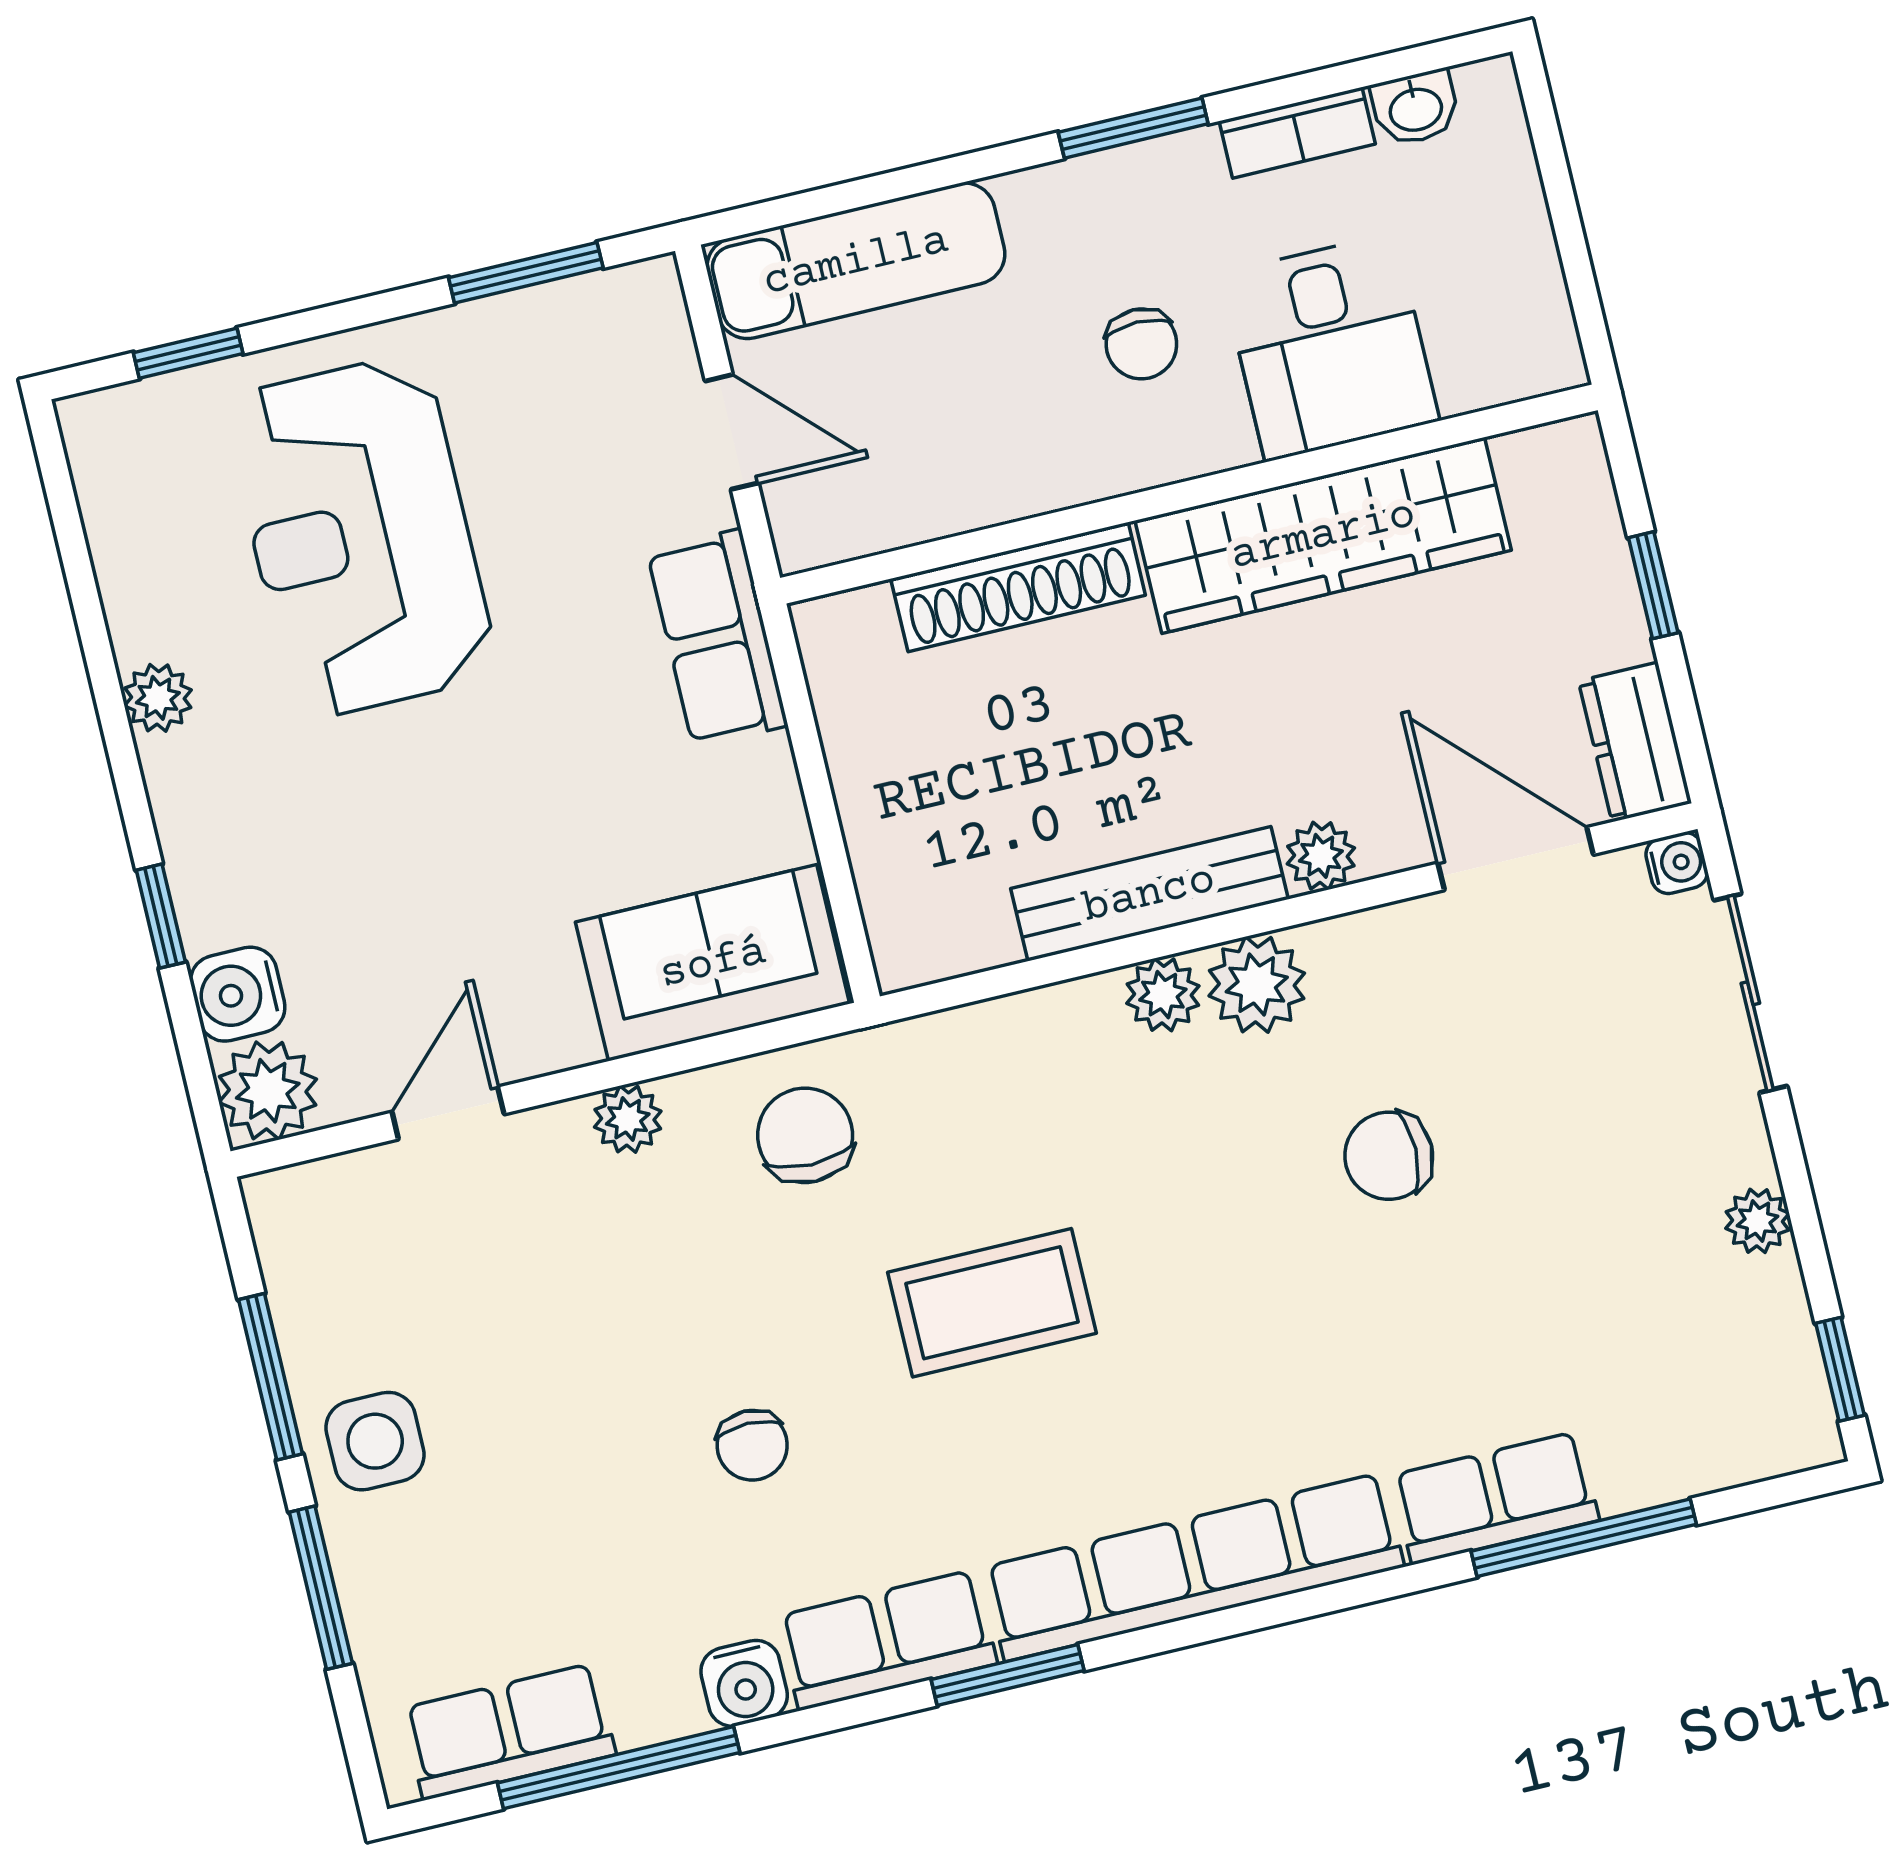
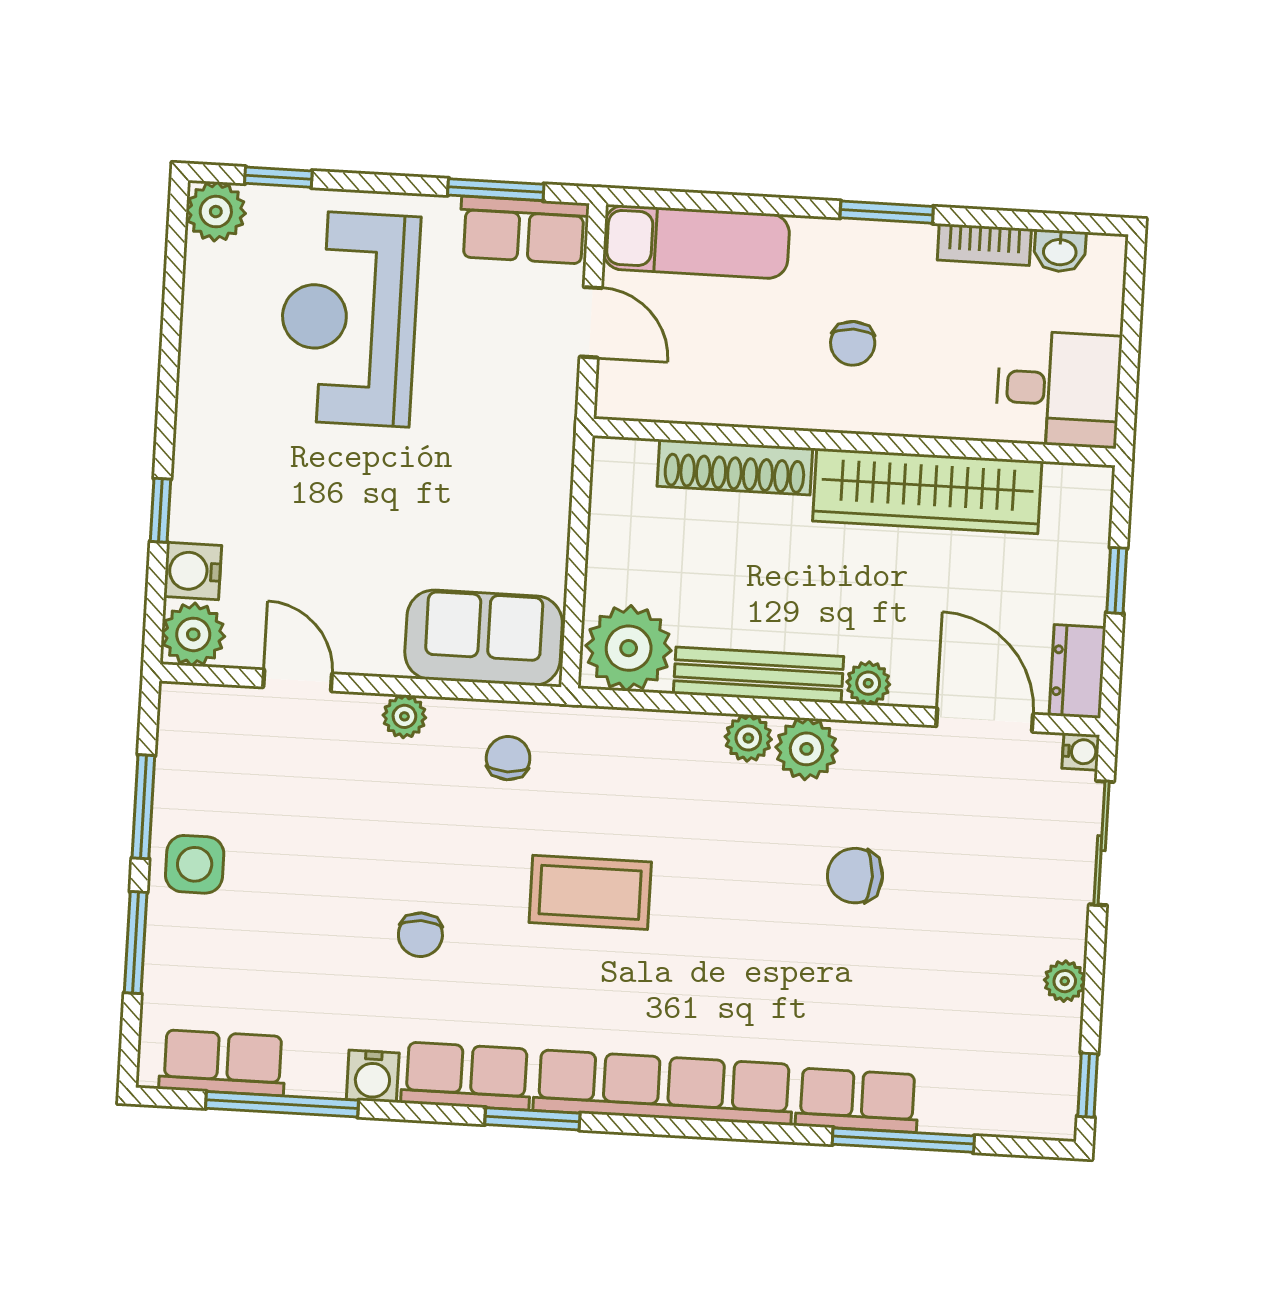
desk: (1330, 347) -> (1058, 389), moved, turned -90
row of seats: (717, 638) -> (524, 230), moved, turned -90
plant: (158, 698) -> (216, 212), moved, width x1.38, depth x1.38
plant: (939, 912) -> (629, 648), added
door: (448, 1113) -> (298, 680), hinge flipped
chair: (805, 1135) -> (508, 758), width x0.73, depth x0.73

